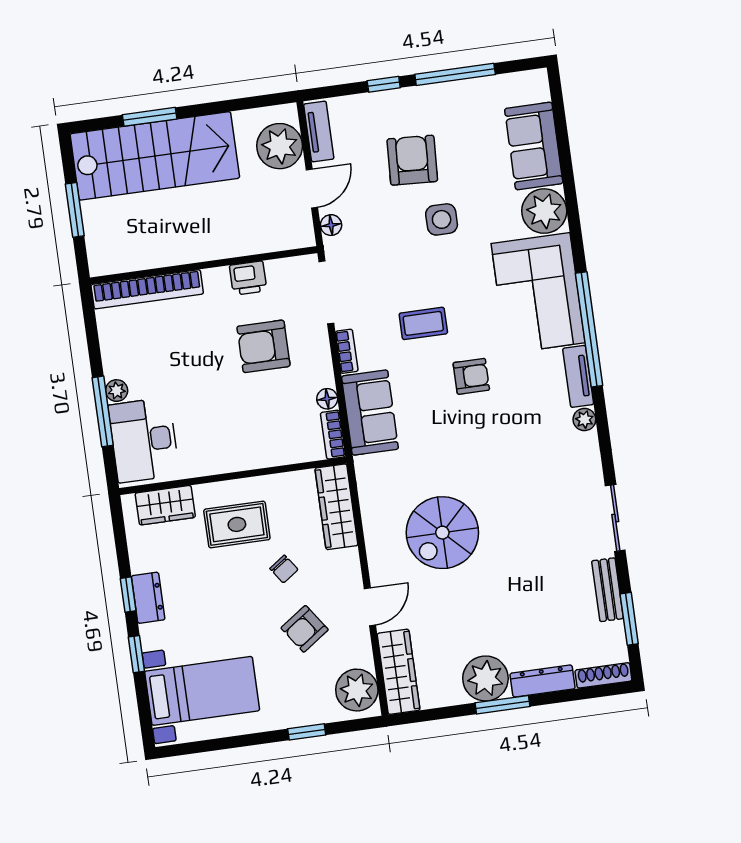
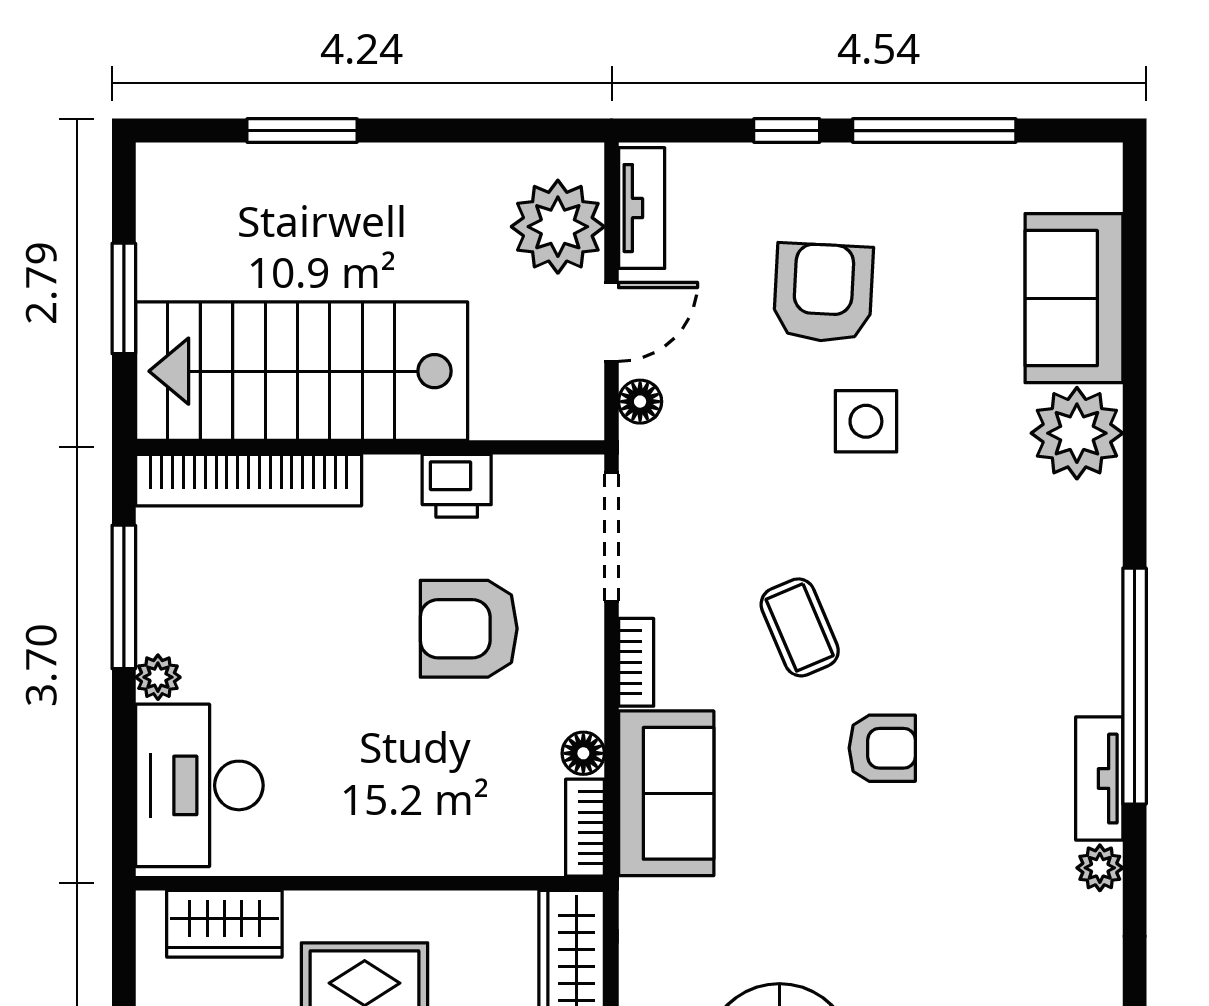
stairs: (155, 156) -> (302, 371), moved, turned 180
corner sofa: (538, 293) -> (1041, 598), removed
coffee table: (423, 323) -> (800, 627), turned 67
window: (103, 411) -> (124, 597), moved

